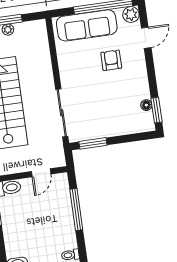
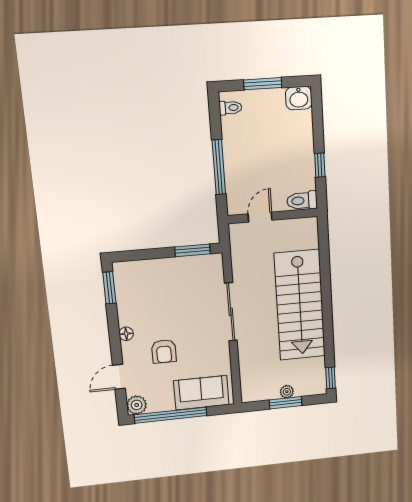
sofa: (87, 25) -> (201, 393), width x0.73
floor lamp: (146, 105) -> (126, 334), moved
sliding door: (62, 113) -> (231, 312), moved

